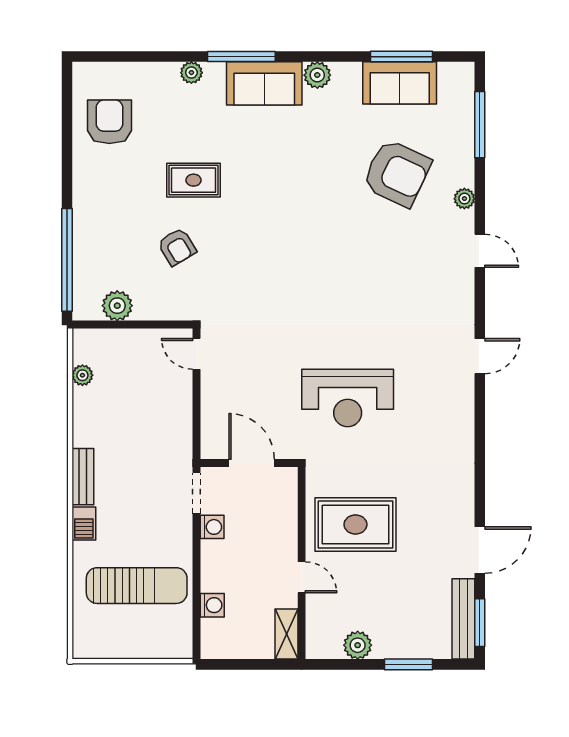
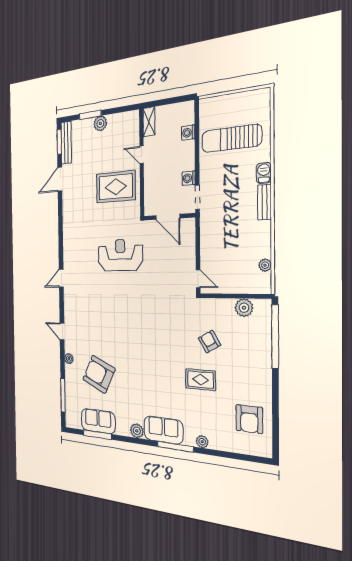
plant: (358, 645) -> (100, 123), moved

